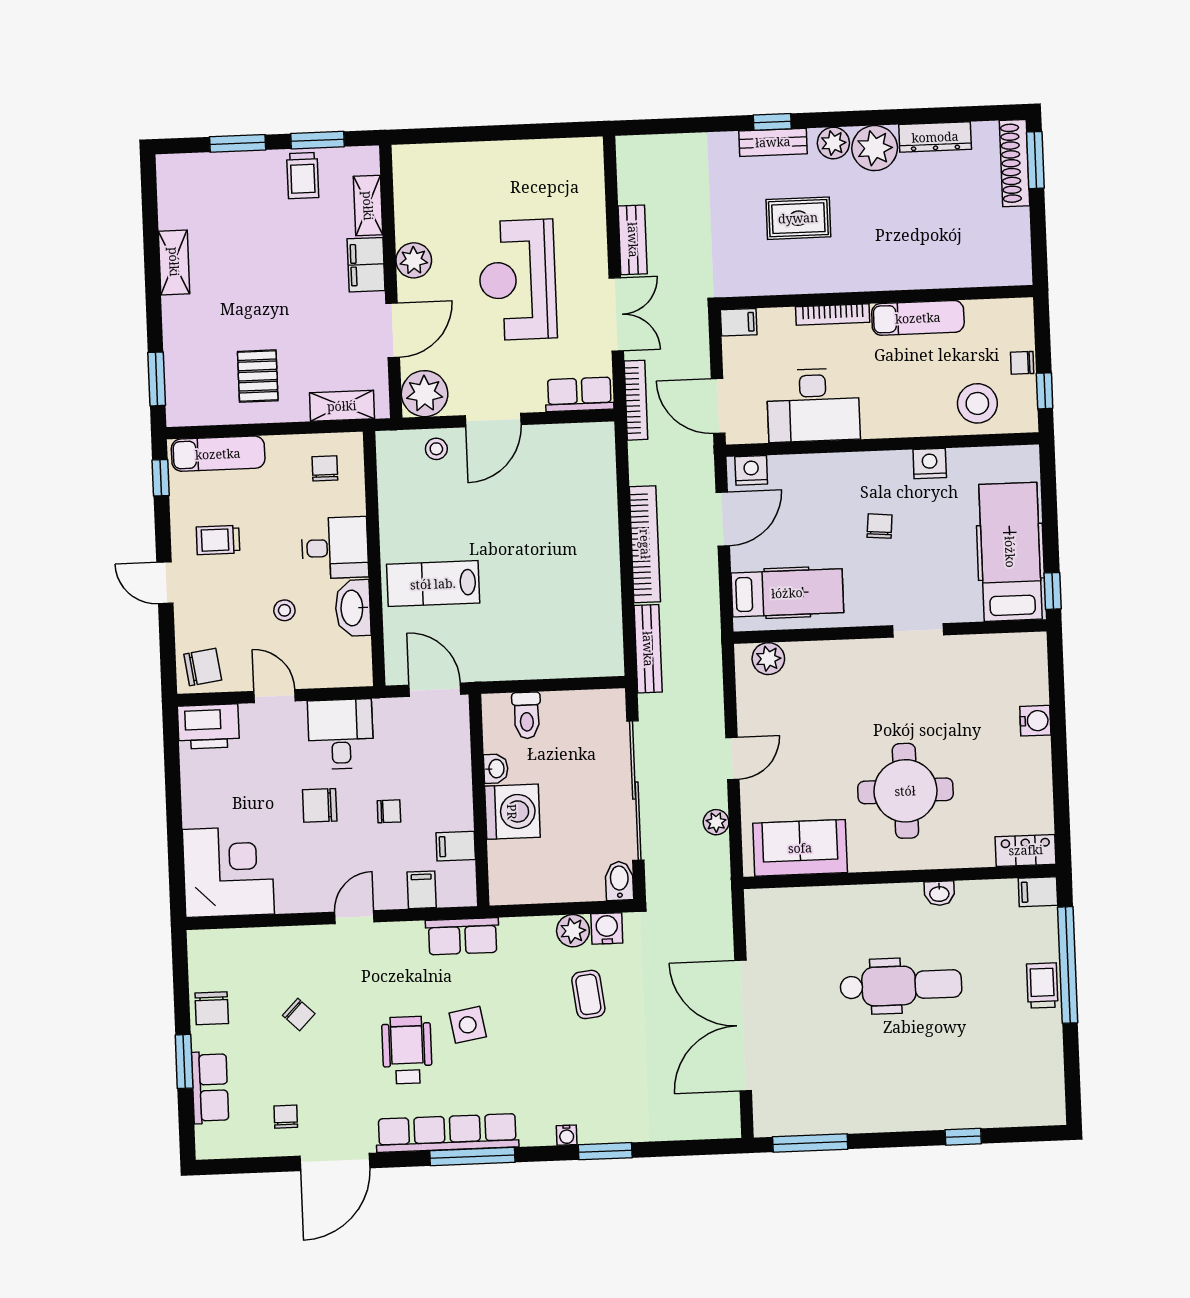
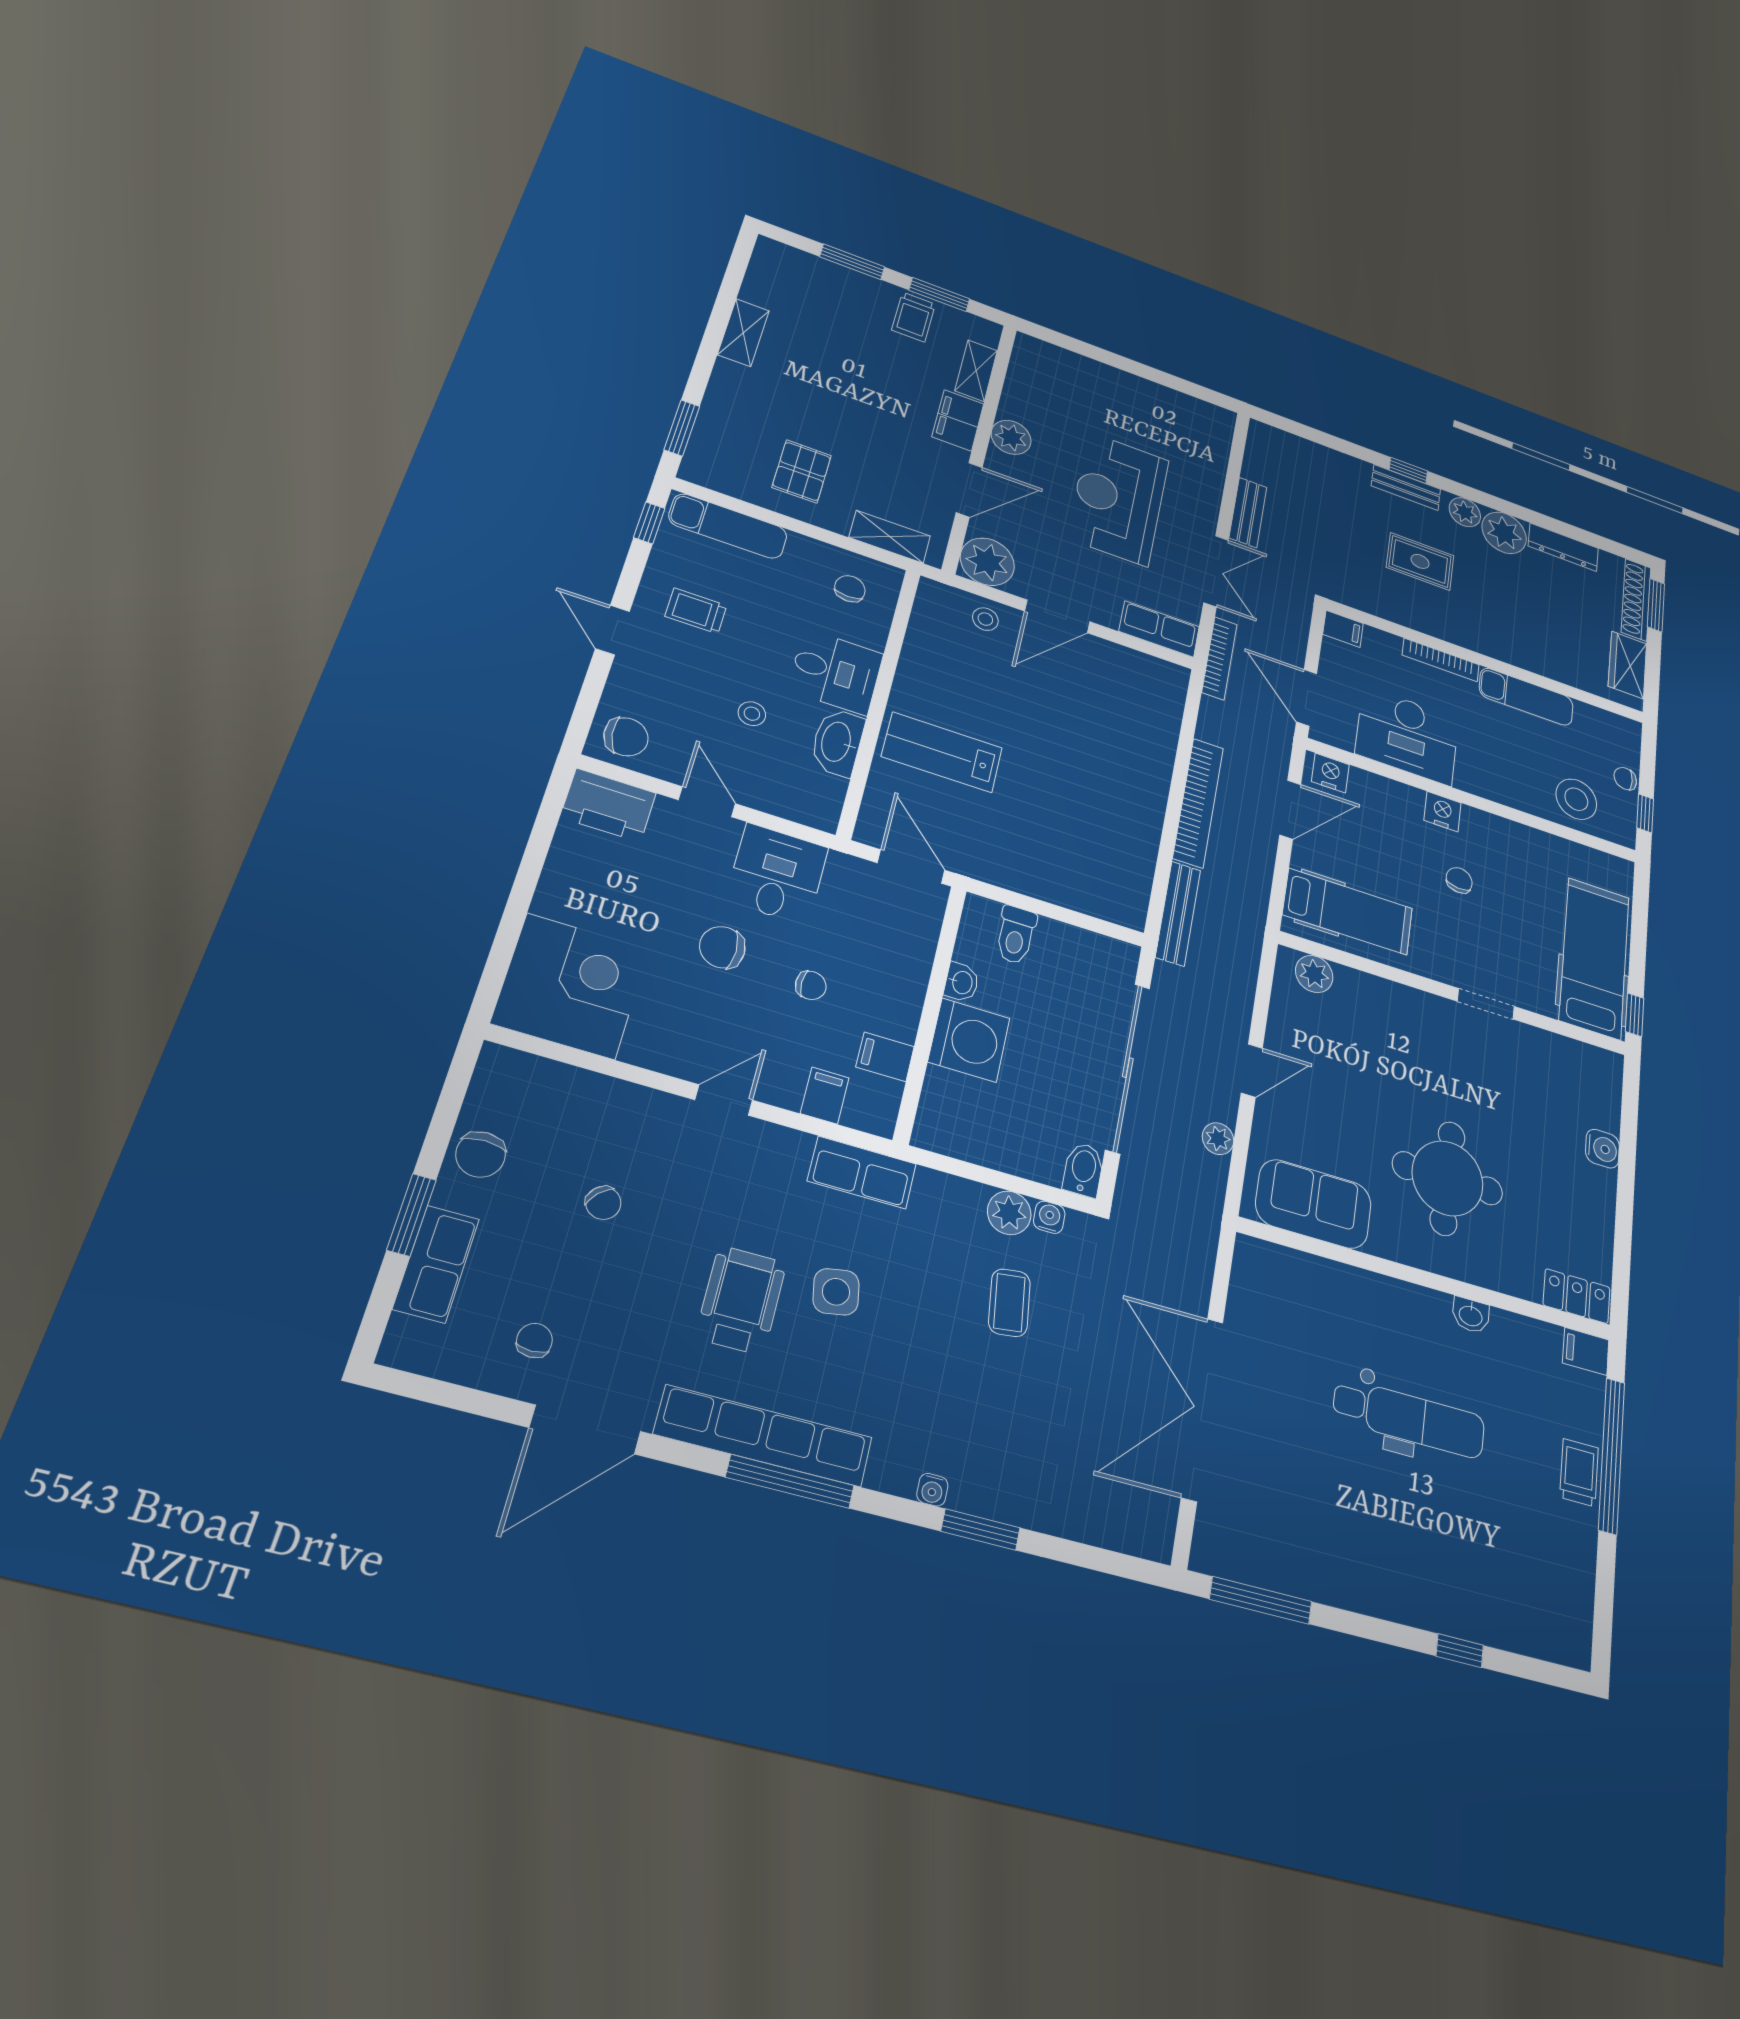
wardrobe: (1013, 240) -> (1628, 665), added
nightstand: (930, 463) -> (1442, 812), moved
water cooler: (607, 928) -> (1049, 1217), width x0.72, depth x0.72

